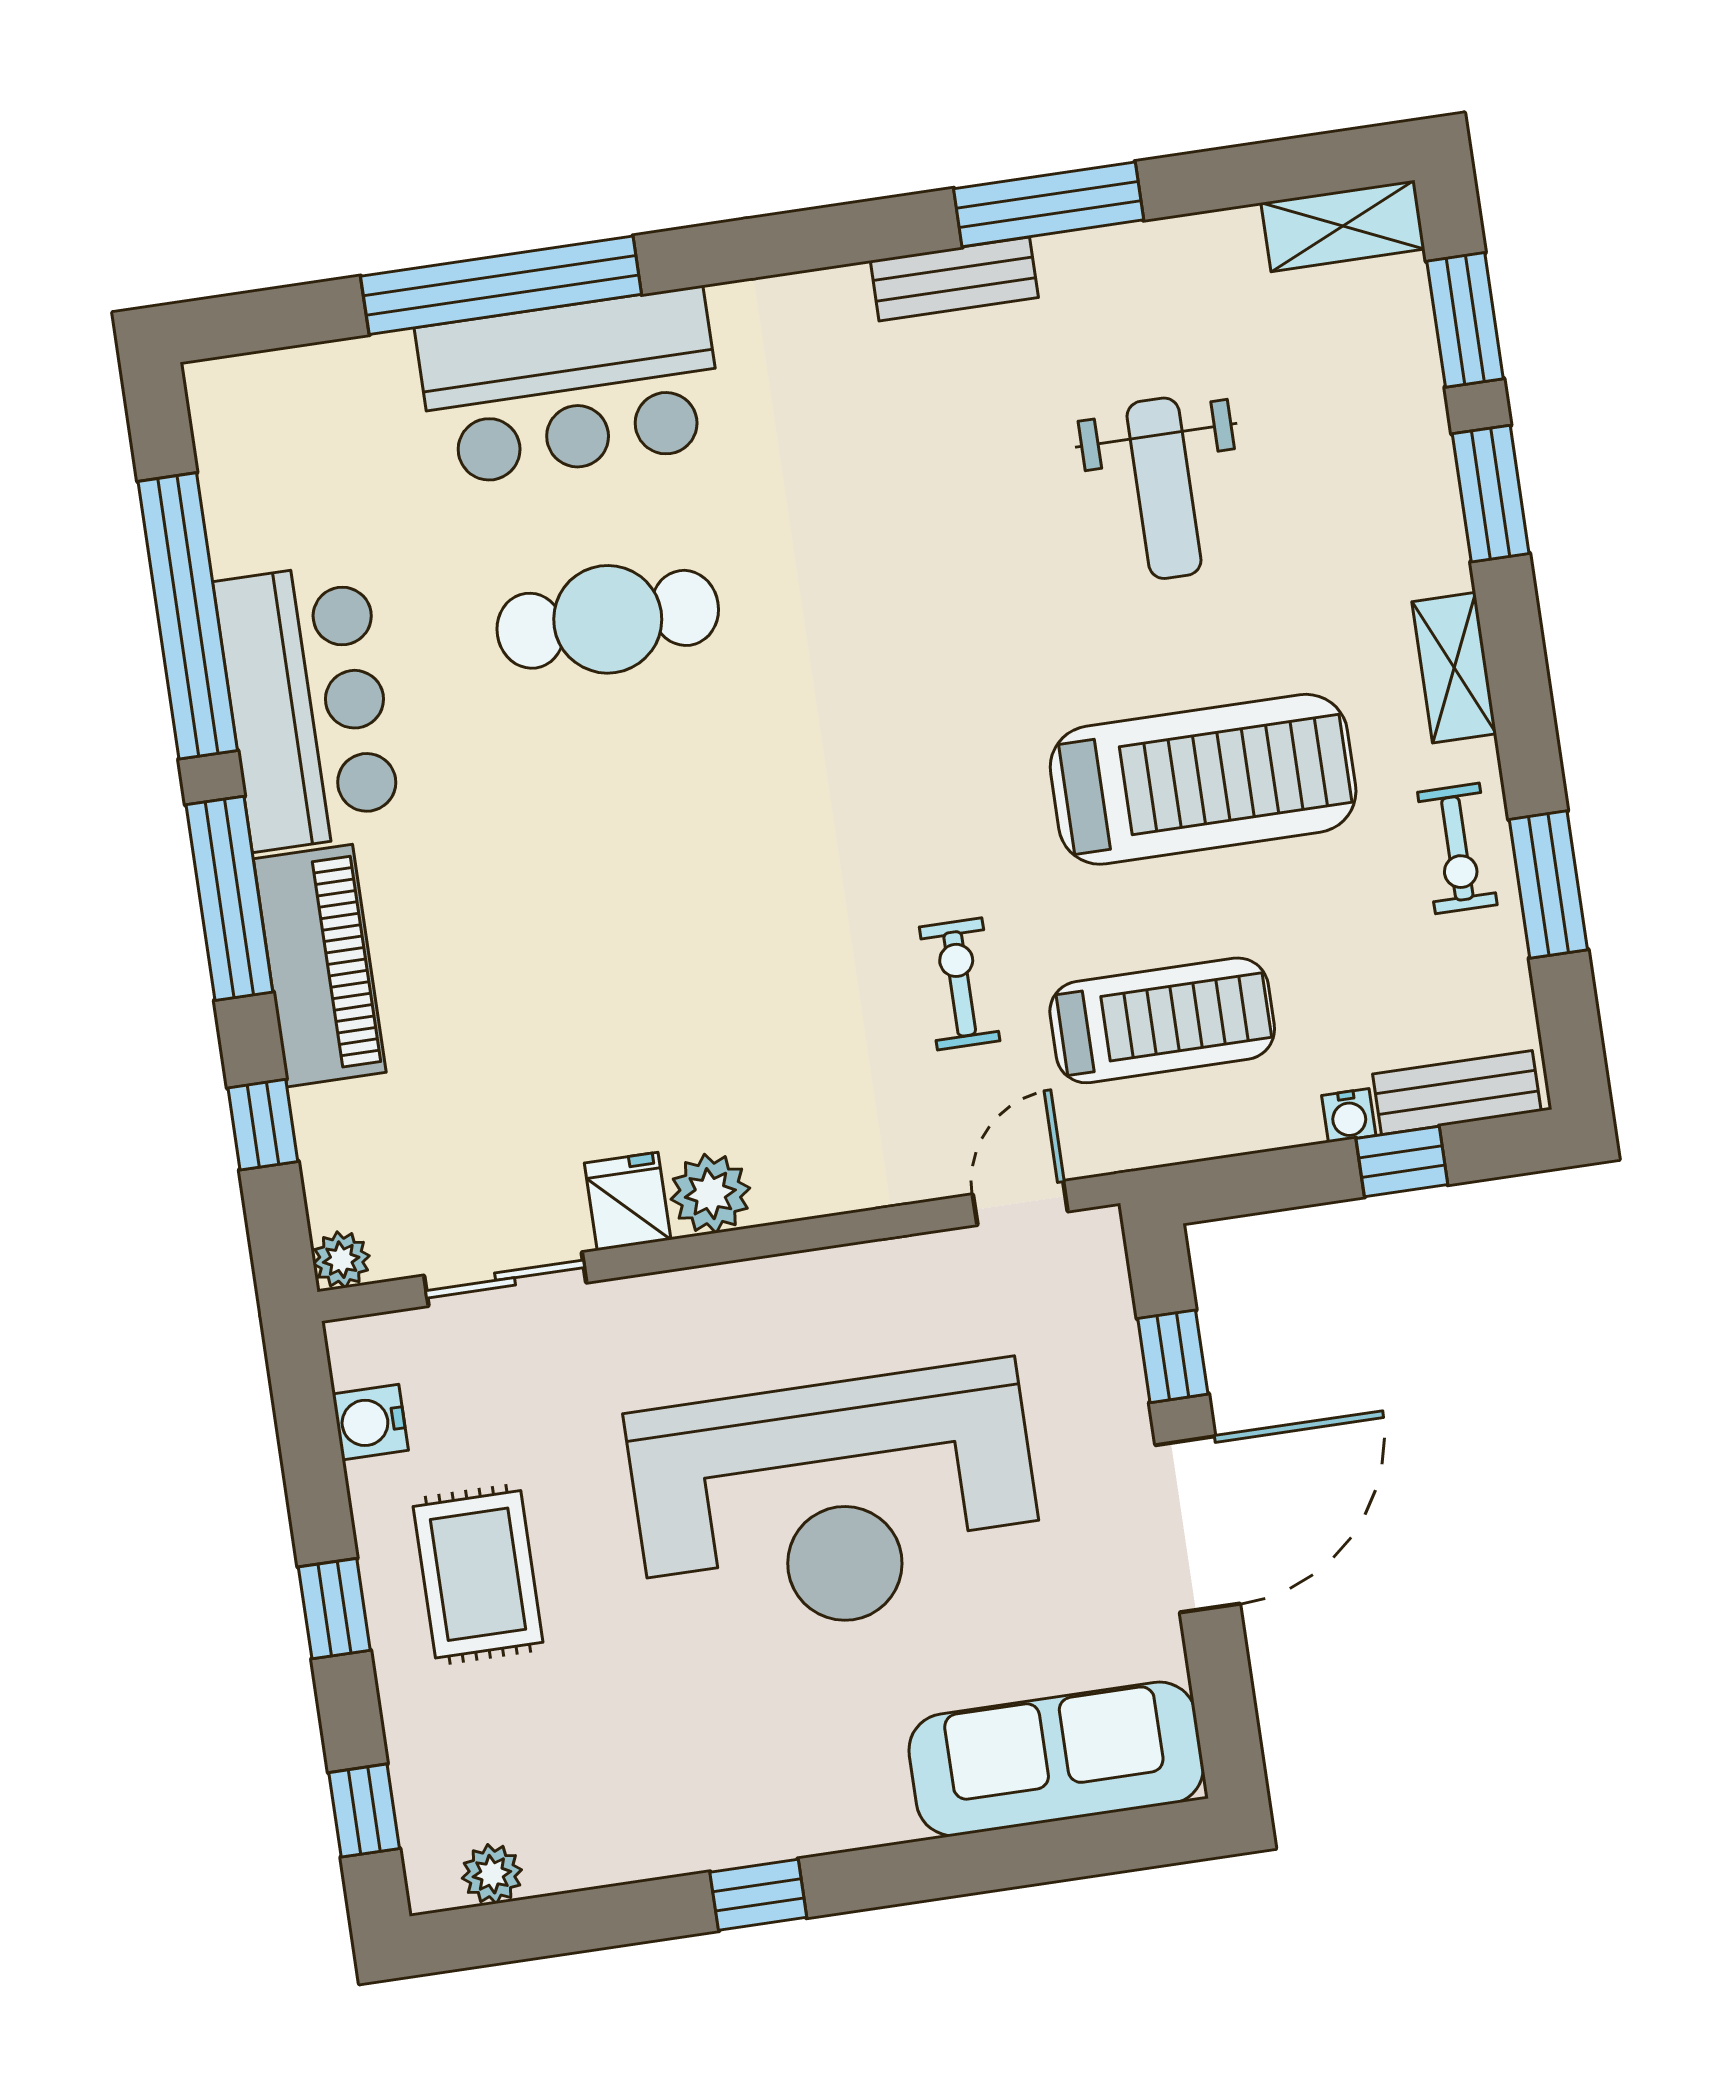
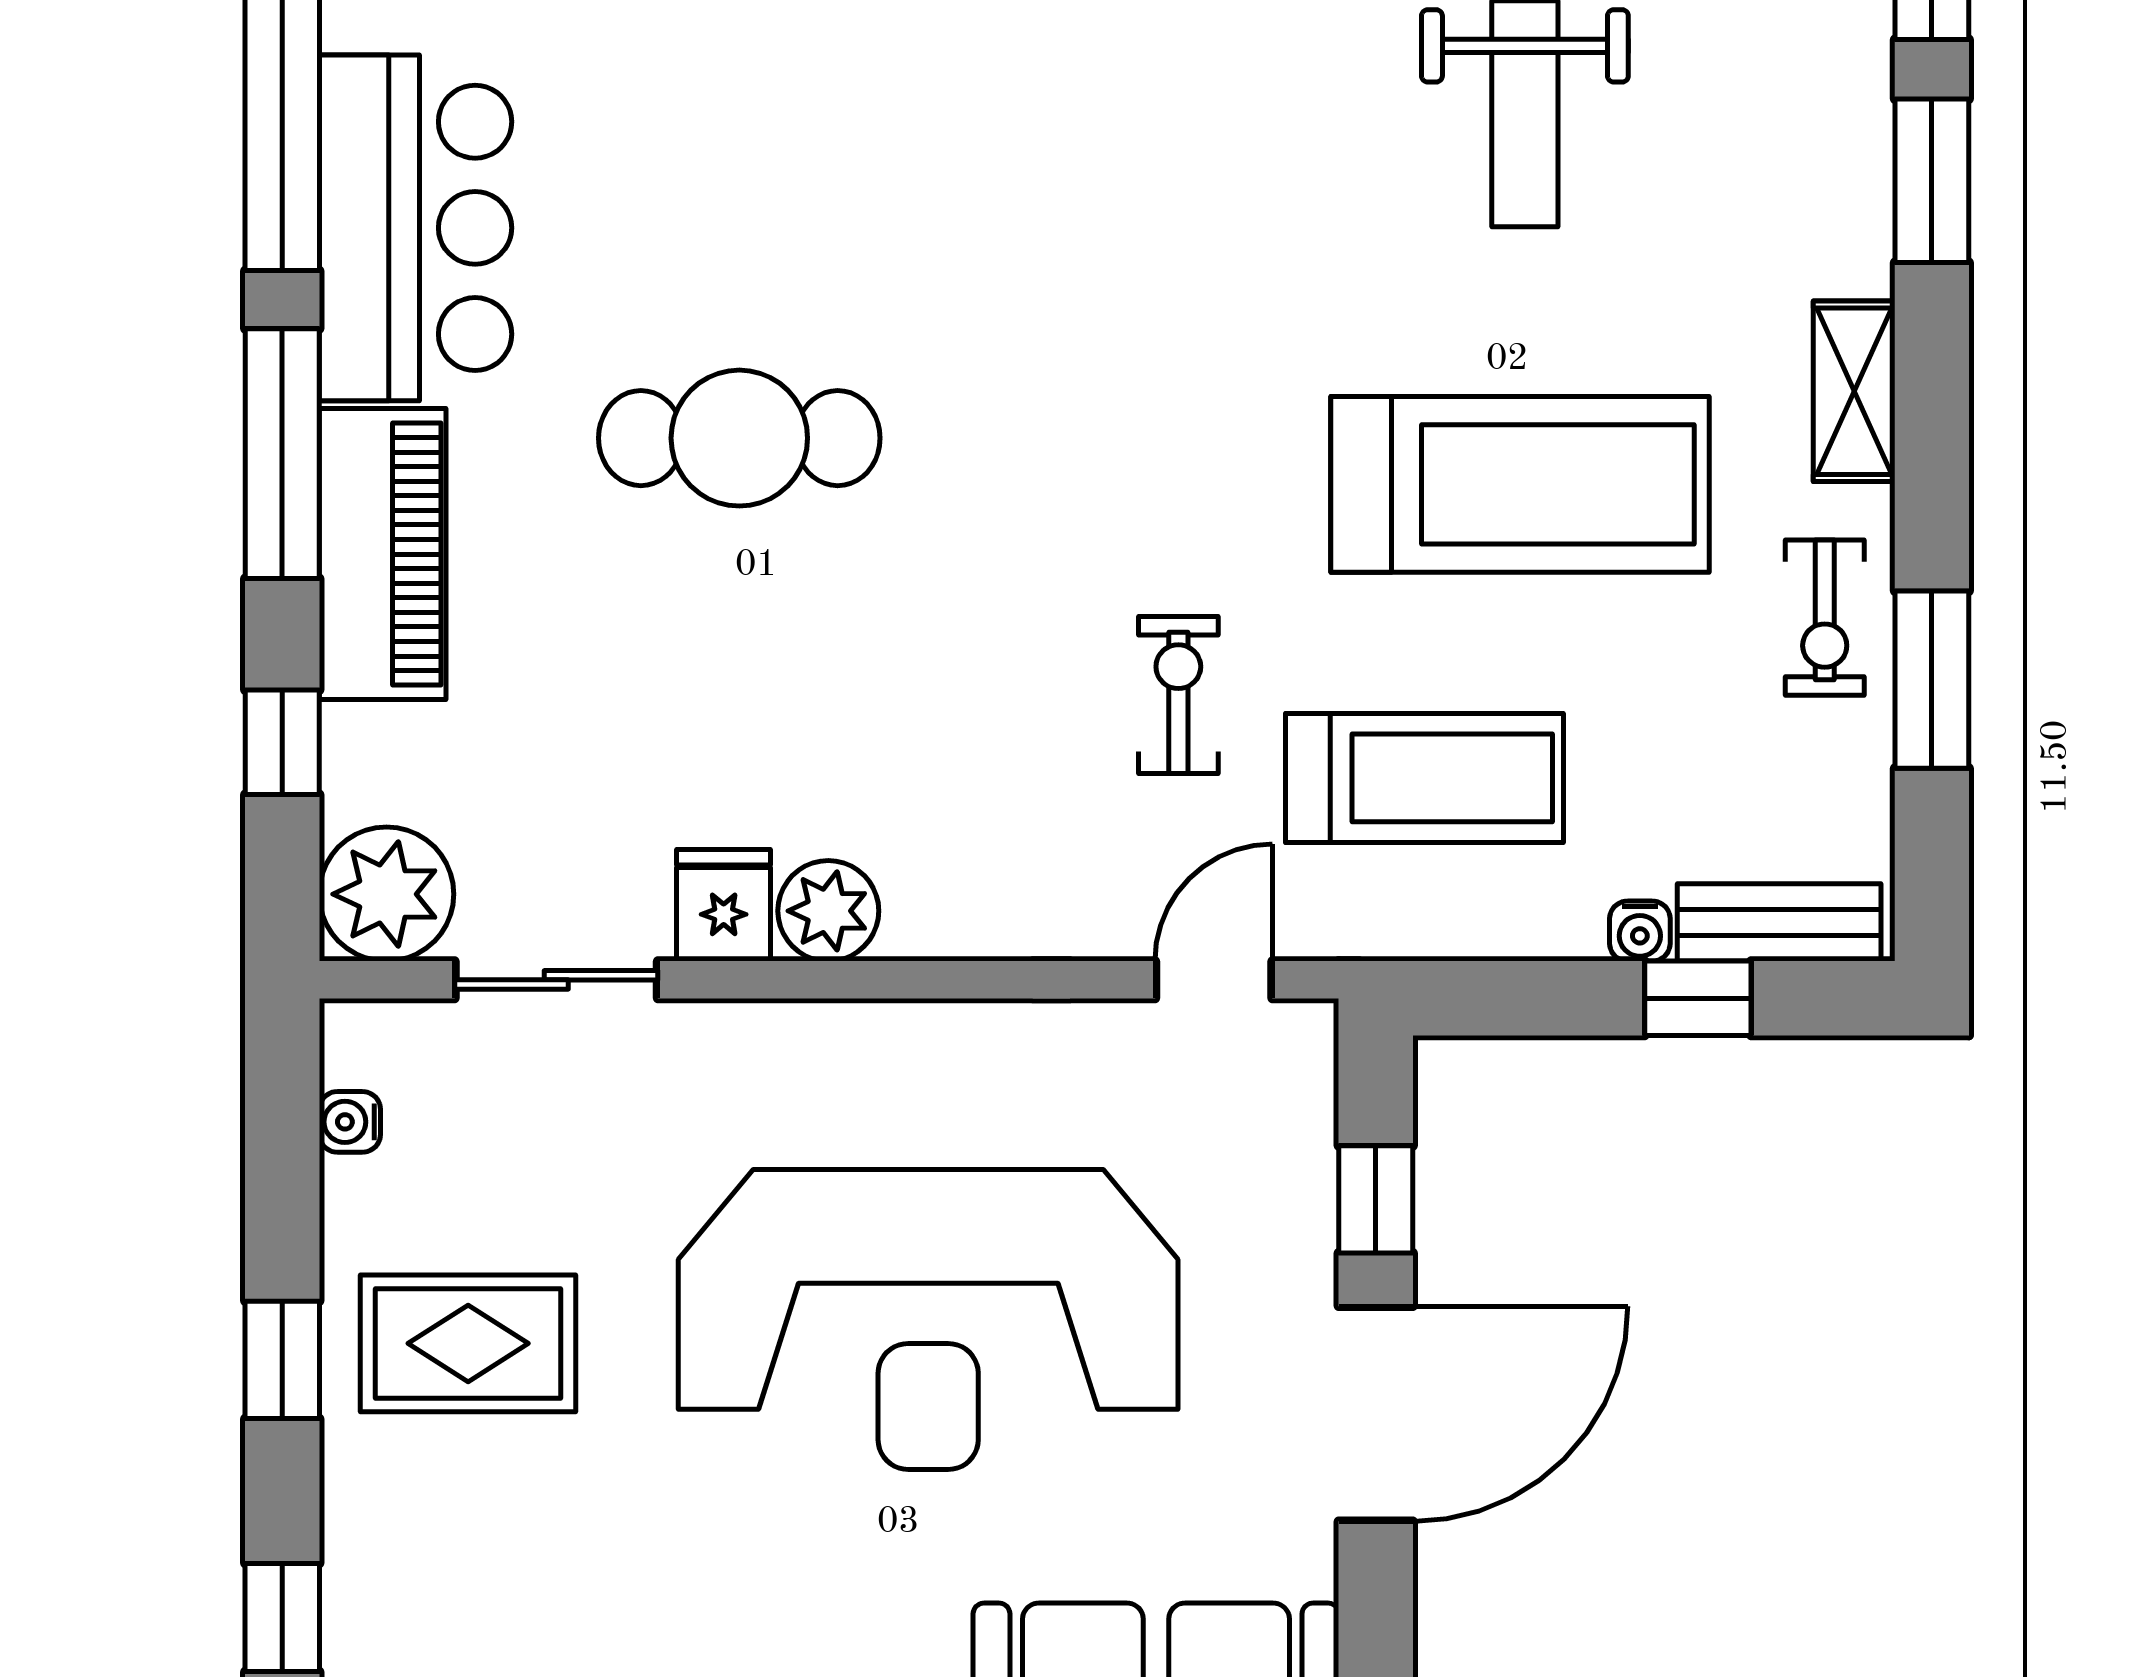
cafe table: (608, 619) -> (739, 438), moved
plant: (341, 1260) -> (387, 894), width x1.87, depth x1.87
water cooler: (370, 1422) -> (350, 1122), width x0.72, depth x0.72
rug: (478, 1574) -> (468, 1343), turned 90

